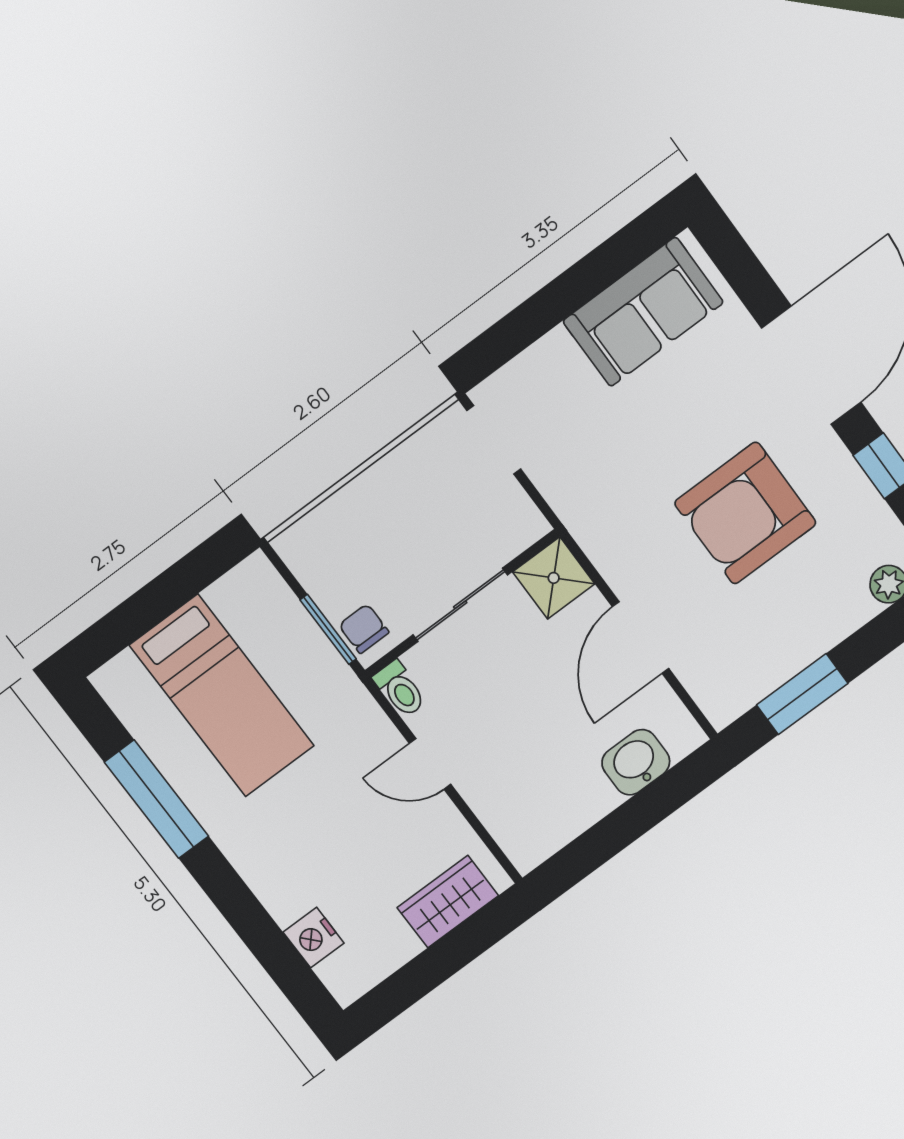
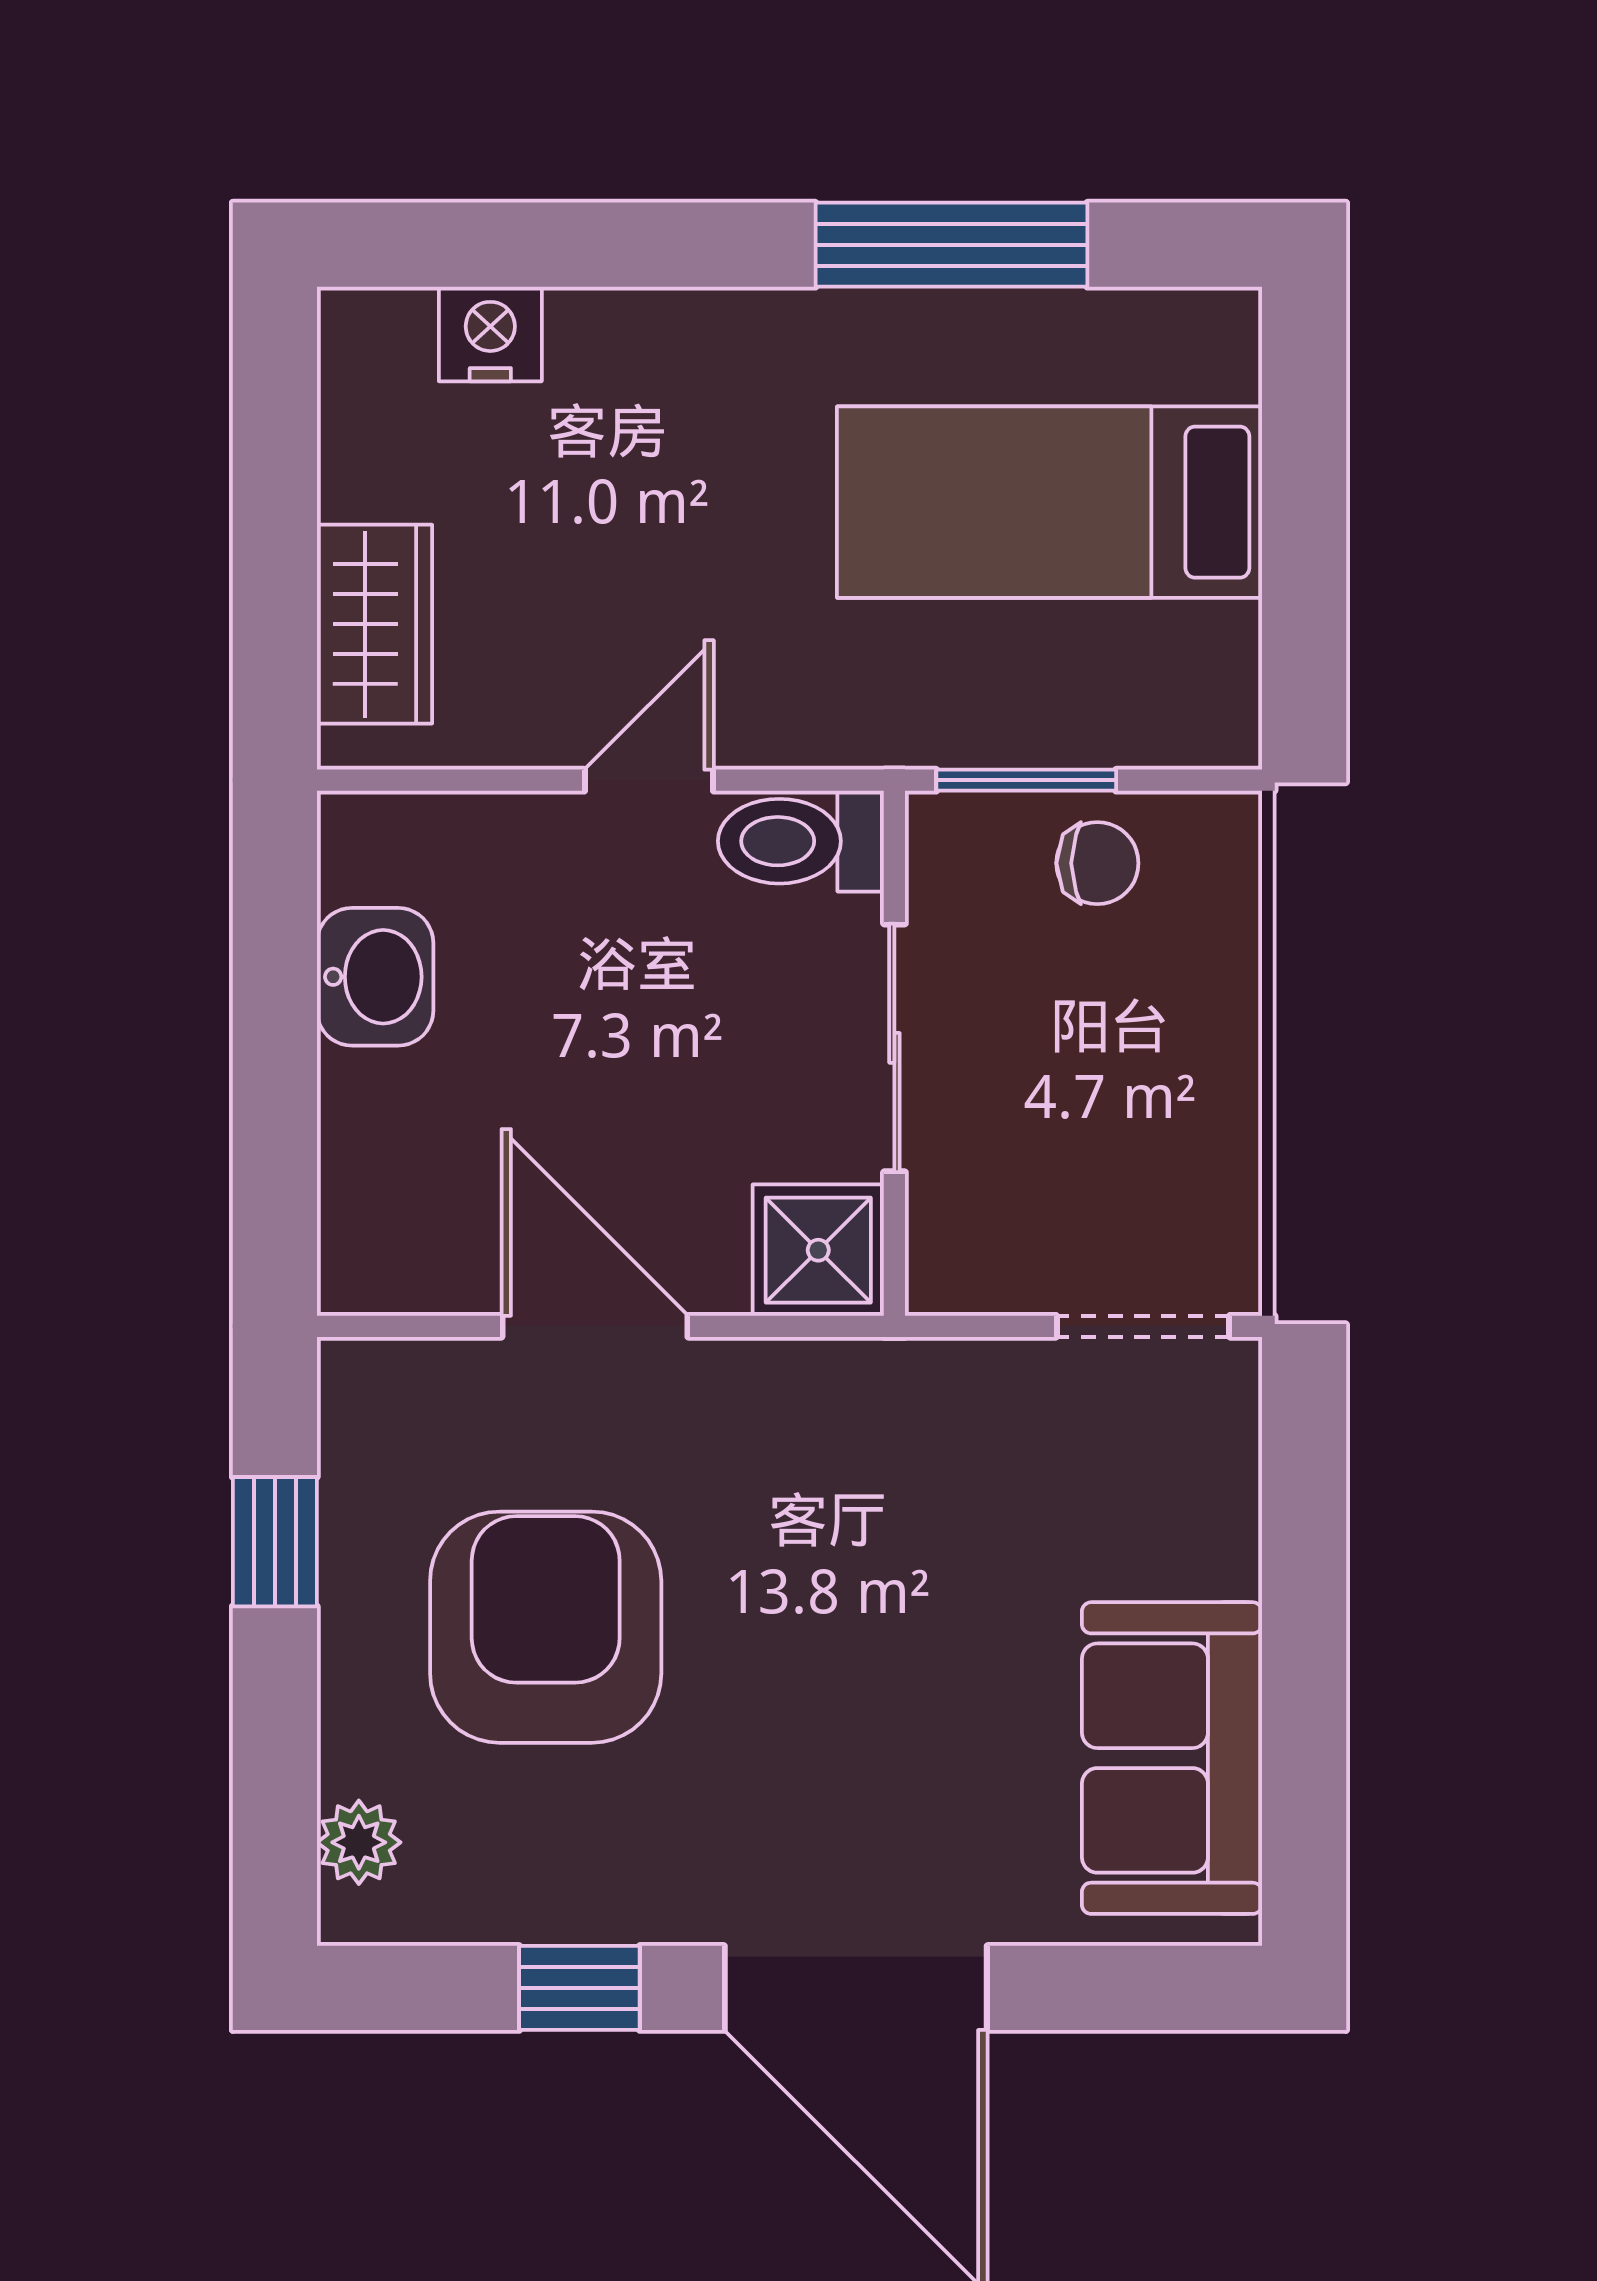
armchair: (745, 513) -> (546, 1627), moved
chair: (364, 629) -> (1097, 863), moved
toilet: (400, 689) -> (801, 841), width x1.37, depth x1.39
window: (802, 694) -> (275, 1542), width x0.67
washbasin: (636, 762) -> (375, 977), moved

